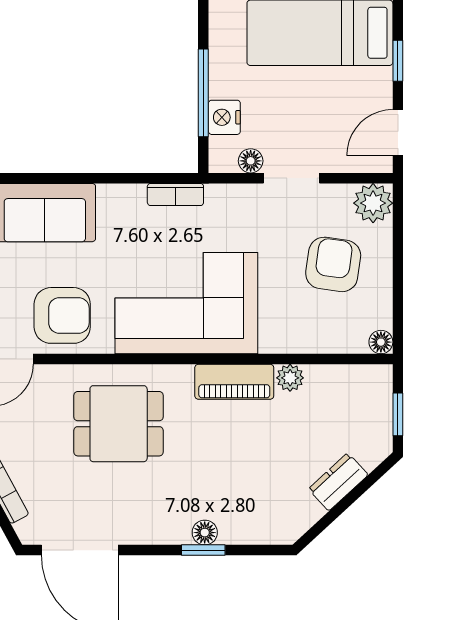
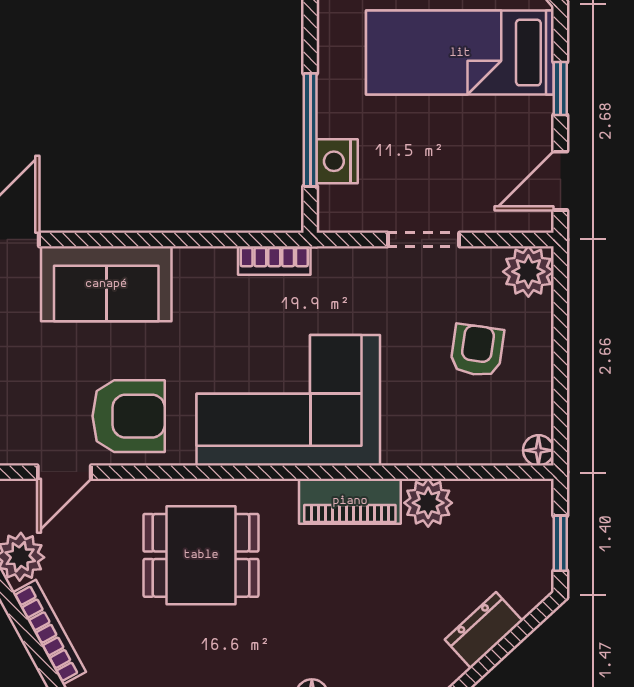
floor lamp: (251, 161) -> (371, 217), removed
armchair: (333, 264) -> (477, 350), width x0.72, depth x0.72
plant: (290, 378) -> (428, 503), width x1.38, depth x1.38

